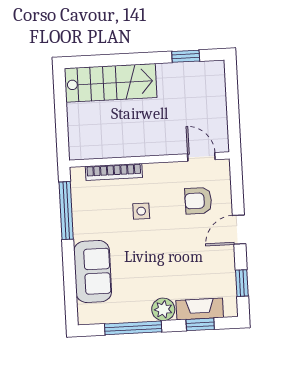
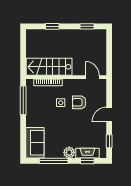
window: (116, 60) -> (52, 26), added
stairs: (111, 83) -> (49, 67), moved, turned 180
armchair: (198, 201) -> (79, 102), moved
sofa: (93, 271) -> (35, 143), moved

